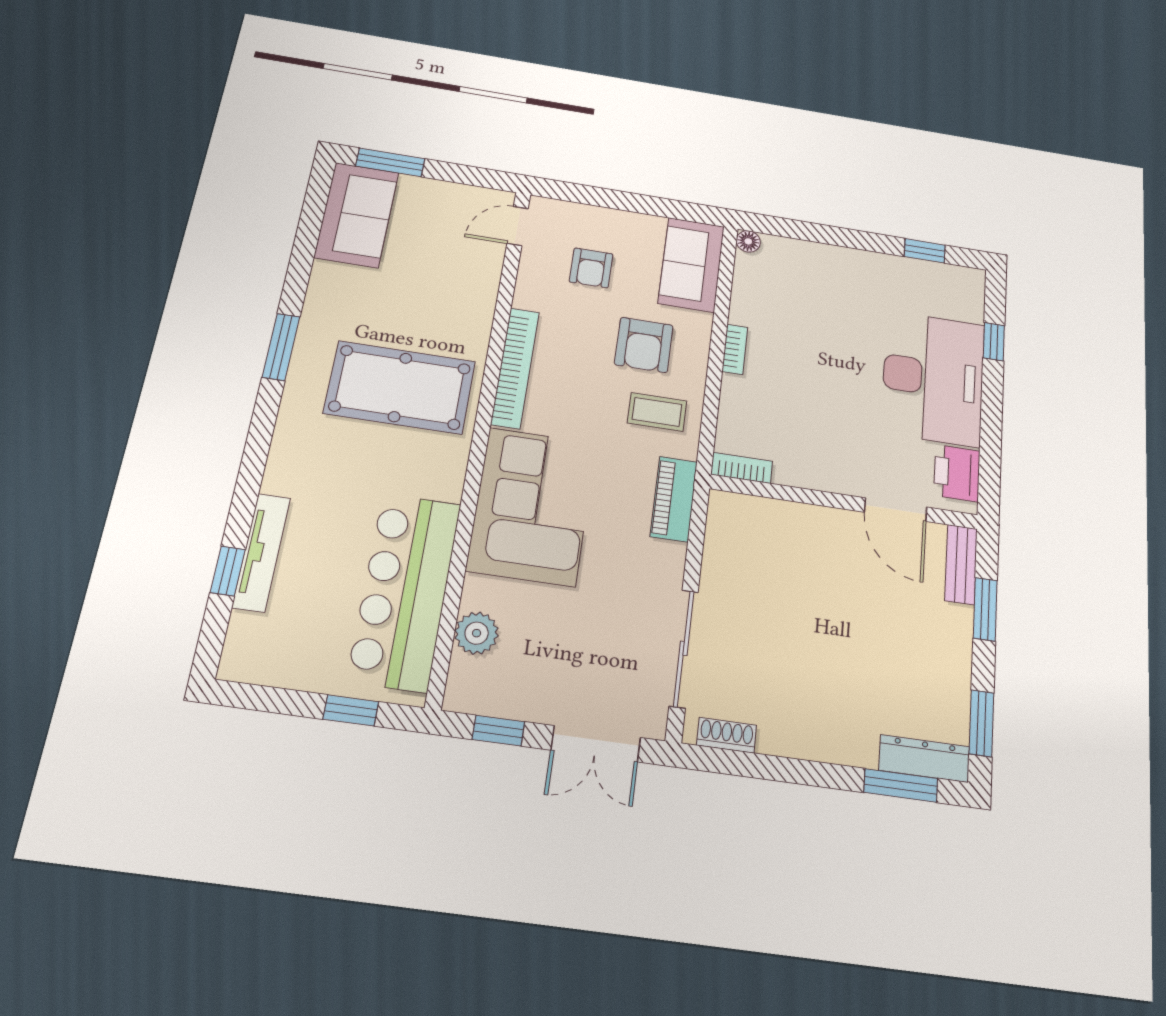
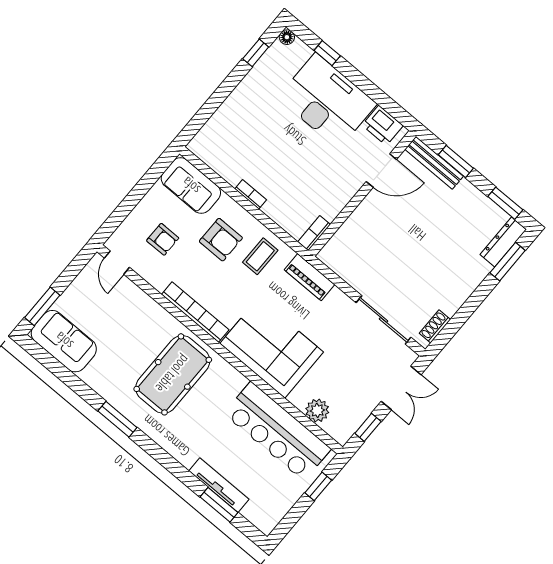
floor lamp: (748, 241) -> (287, 37), moved
bench: (961, 564) -> (434, 163), width x1.36
window: (228, 571) -> (219, 505), width x1.50

